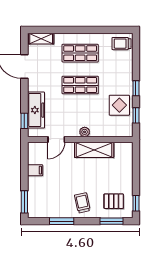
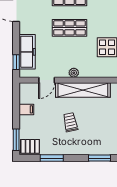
shelving: (94, 150) -> (83, 90), width x1.47
pallet: (114, 201) -> (30, 146), moved
trolley: (82, 203) -> (70, 122), moved

